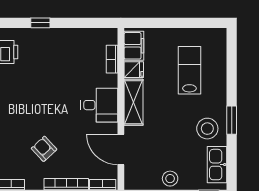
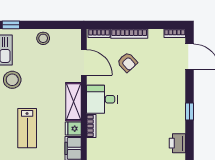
bookcase: (112, 59) -> (91, 126), moved
armchair: (44, 149) -> (127, 62), moved

